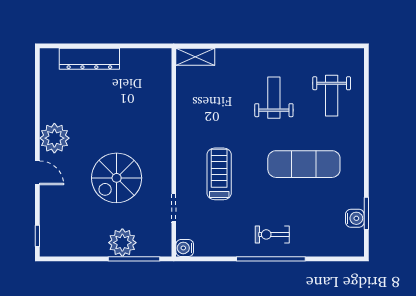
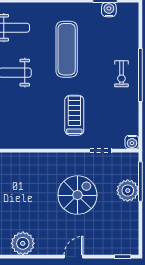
plant: (54, 138) -> (23, 243), moved
treadmill: (219, 174) -> (74, 115), turned 90
spiral stairs: (117, 178) -> (77, 195), turned -90

